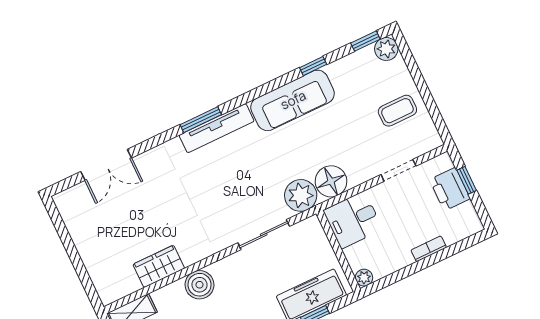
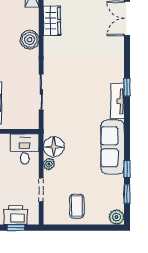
window: (365, 41) -> (127, 194), moved
window: (201, 120) -> (127, 87), width x0.67
tv unit: (217, 128) -> (118, 101), width x0.71
plant: (301, 195) -> (49, 164), moved, width x0.53, depth x0.53

